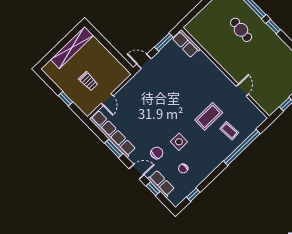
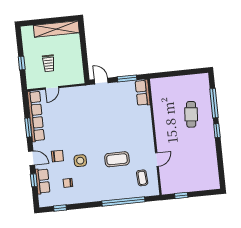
coffee table: (229, 131) -> (142, 178), moved

